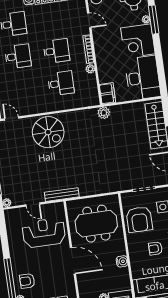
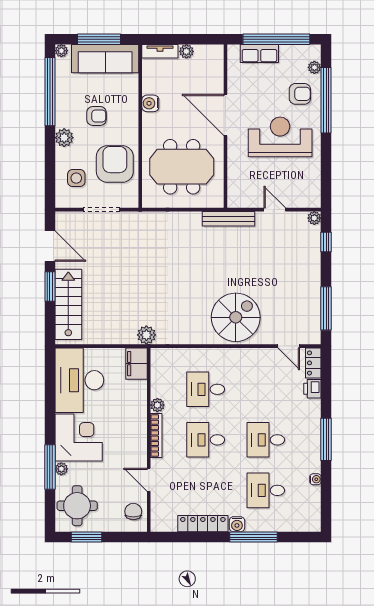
spiral stairs: (48, 132) -> (236, 317), turned 90
reception desk: (44, 233) -> (280, 137), moved, turned 180

